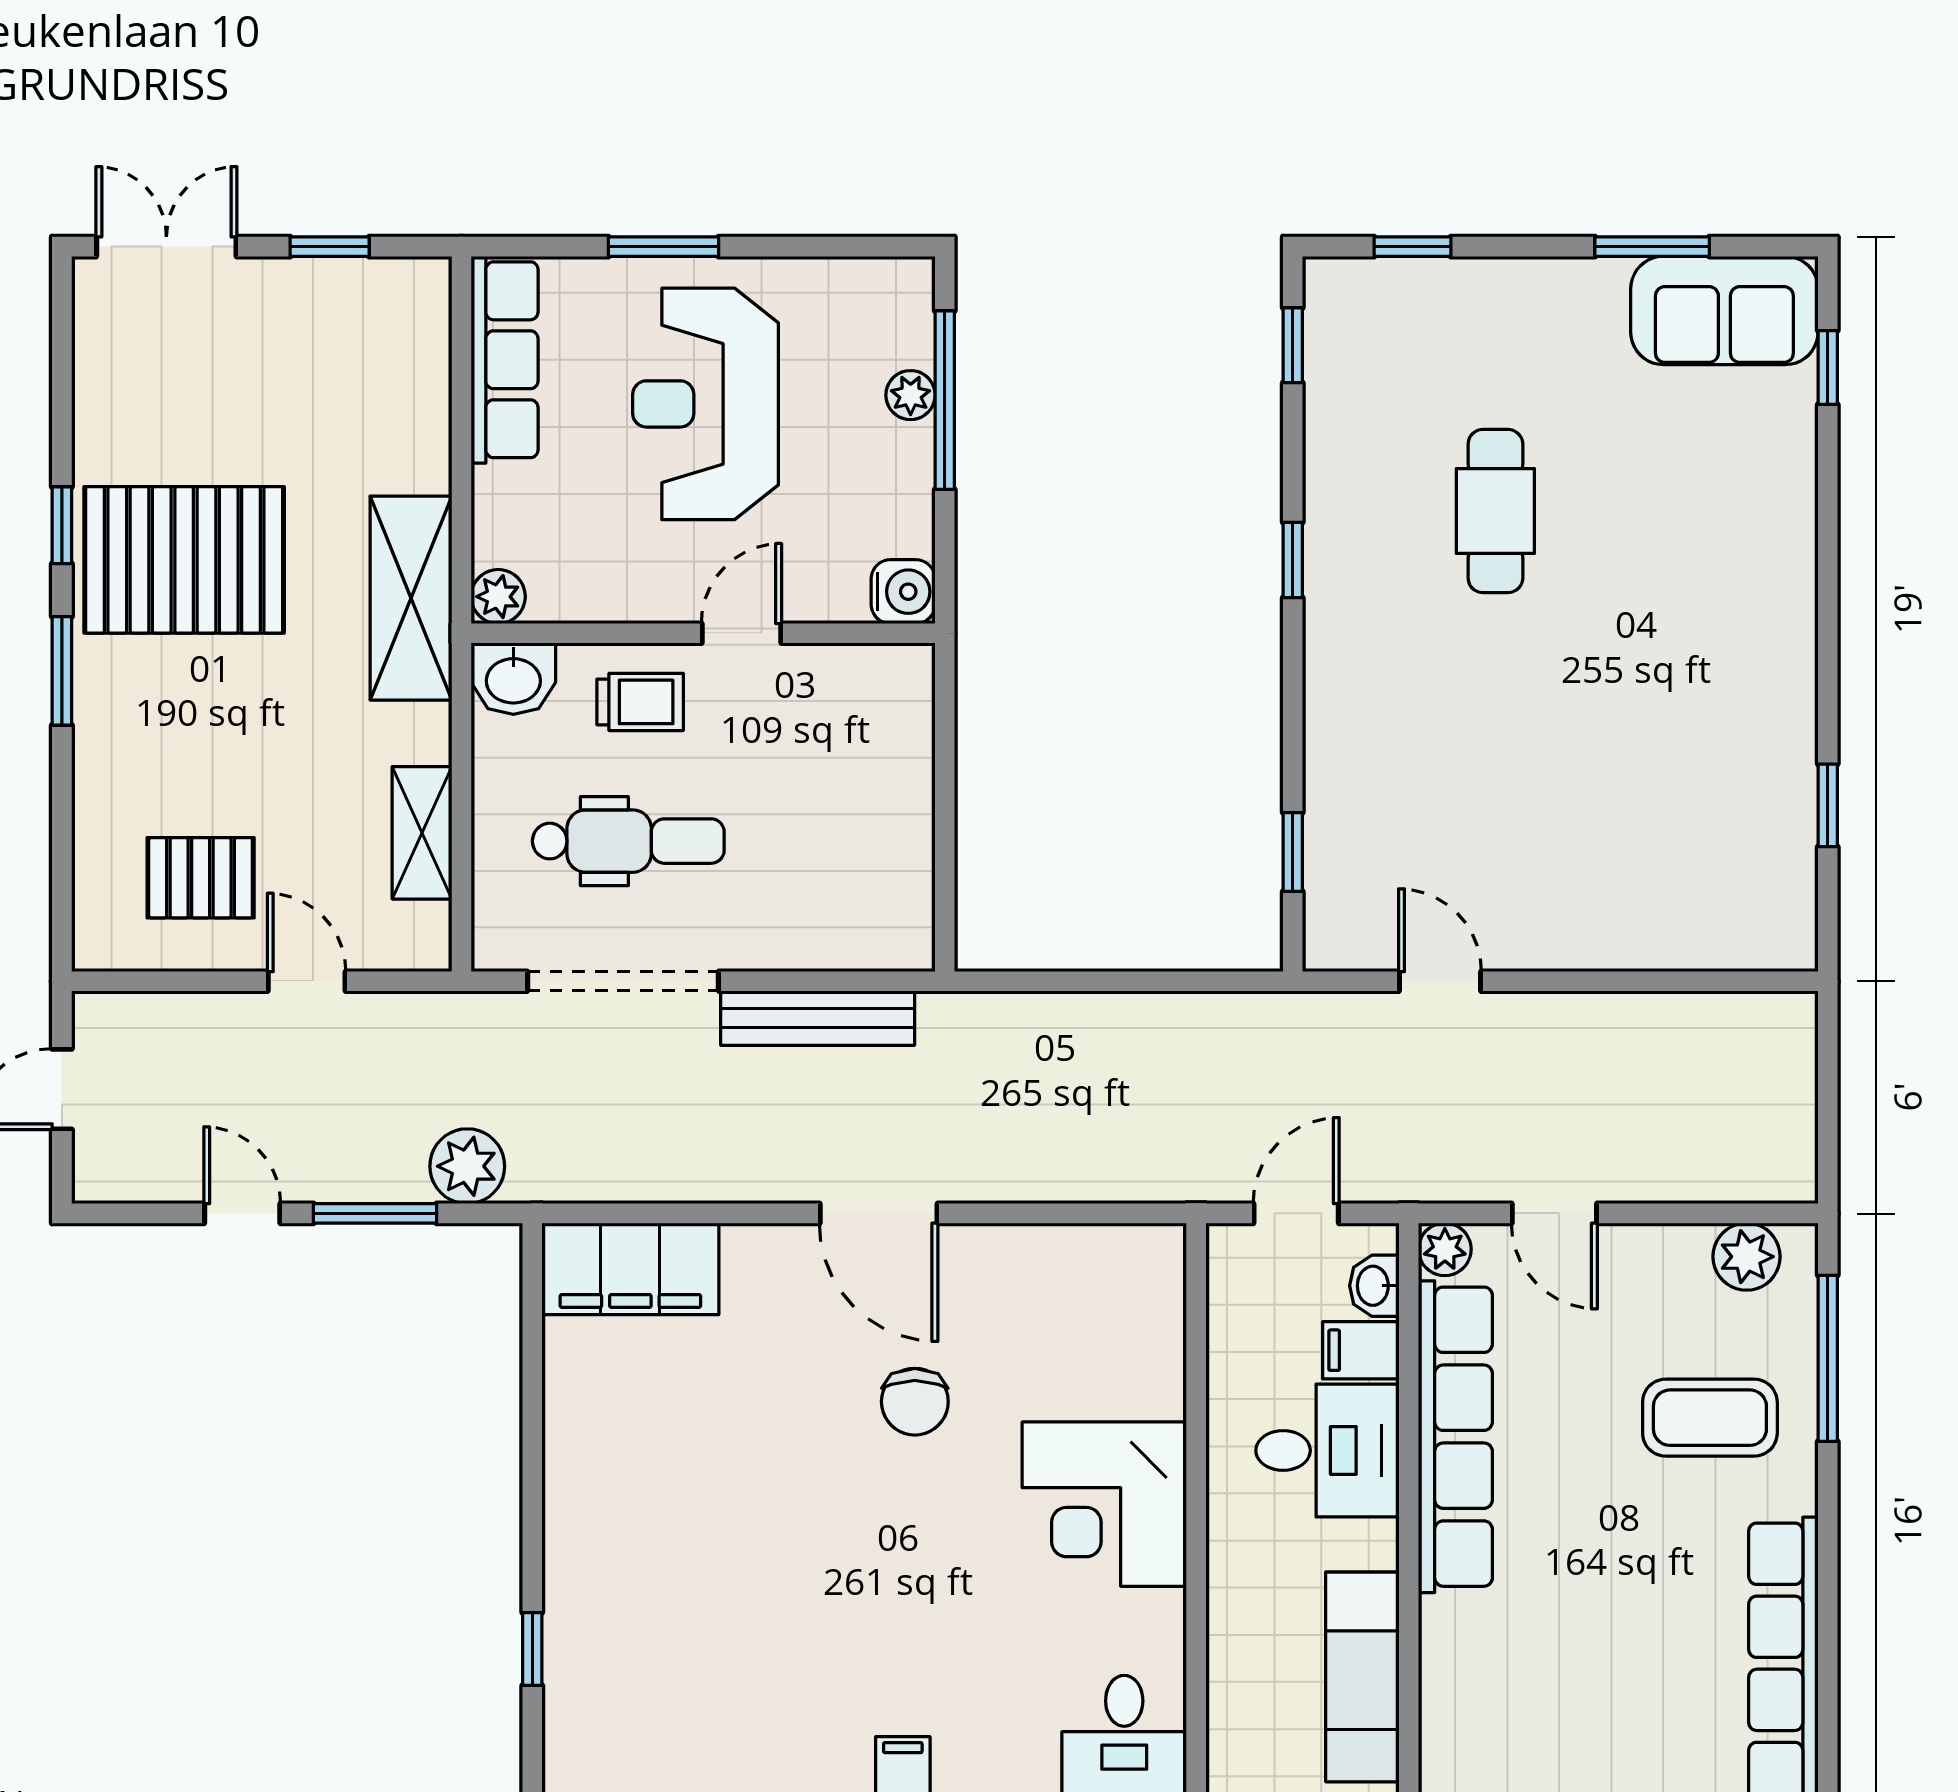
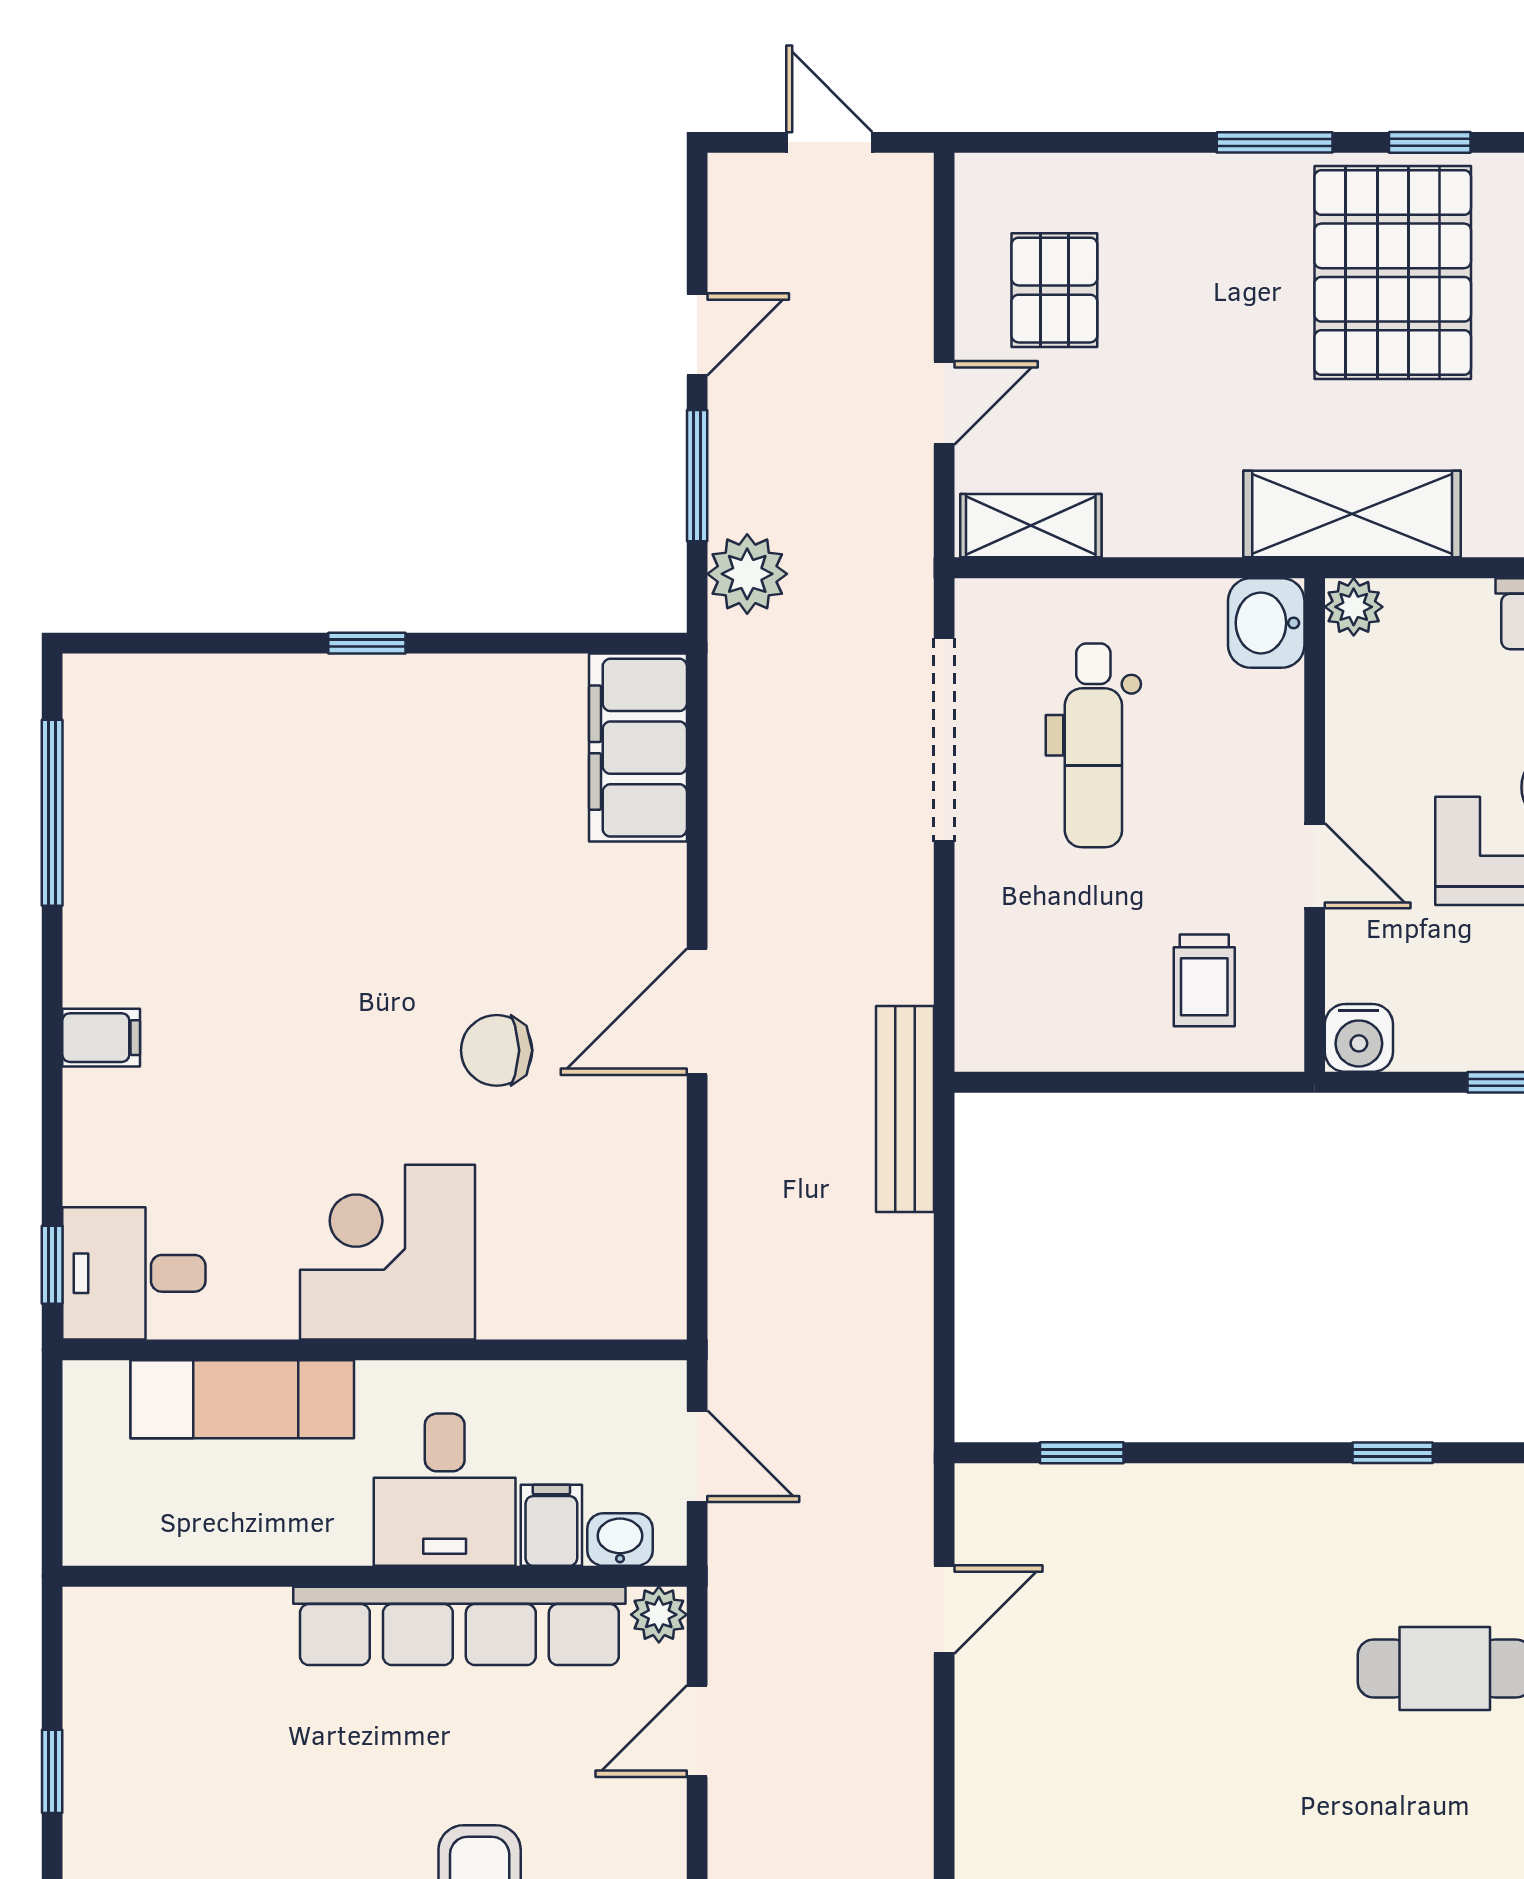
trolley: (640, 702) -> (1204, 980), moved
shelving: (422, 833) -> (1031, 526), moved
bench: (818, 1018) -> (905, 1109), moved
window: (532, 1649) -> (367, 643), moved
exam couch: (1362, 1677) -> (242, 1399), moved, turned 180

